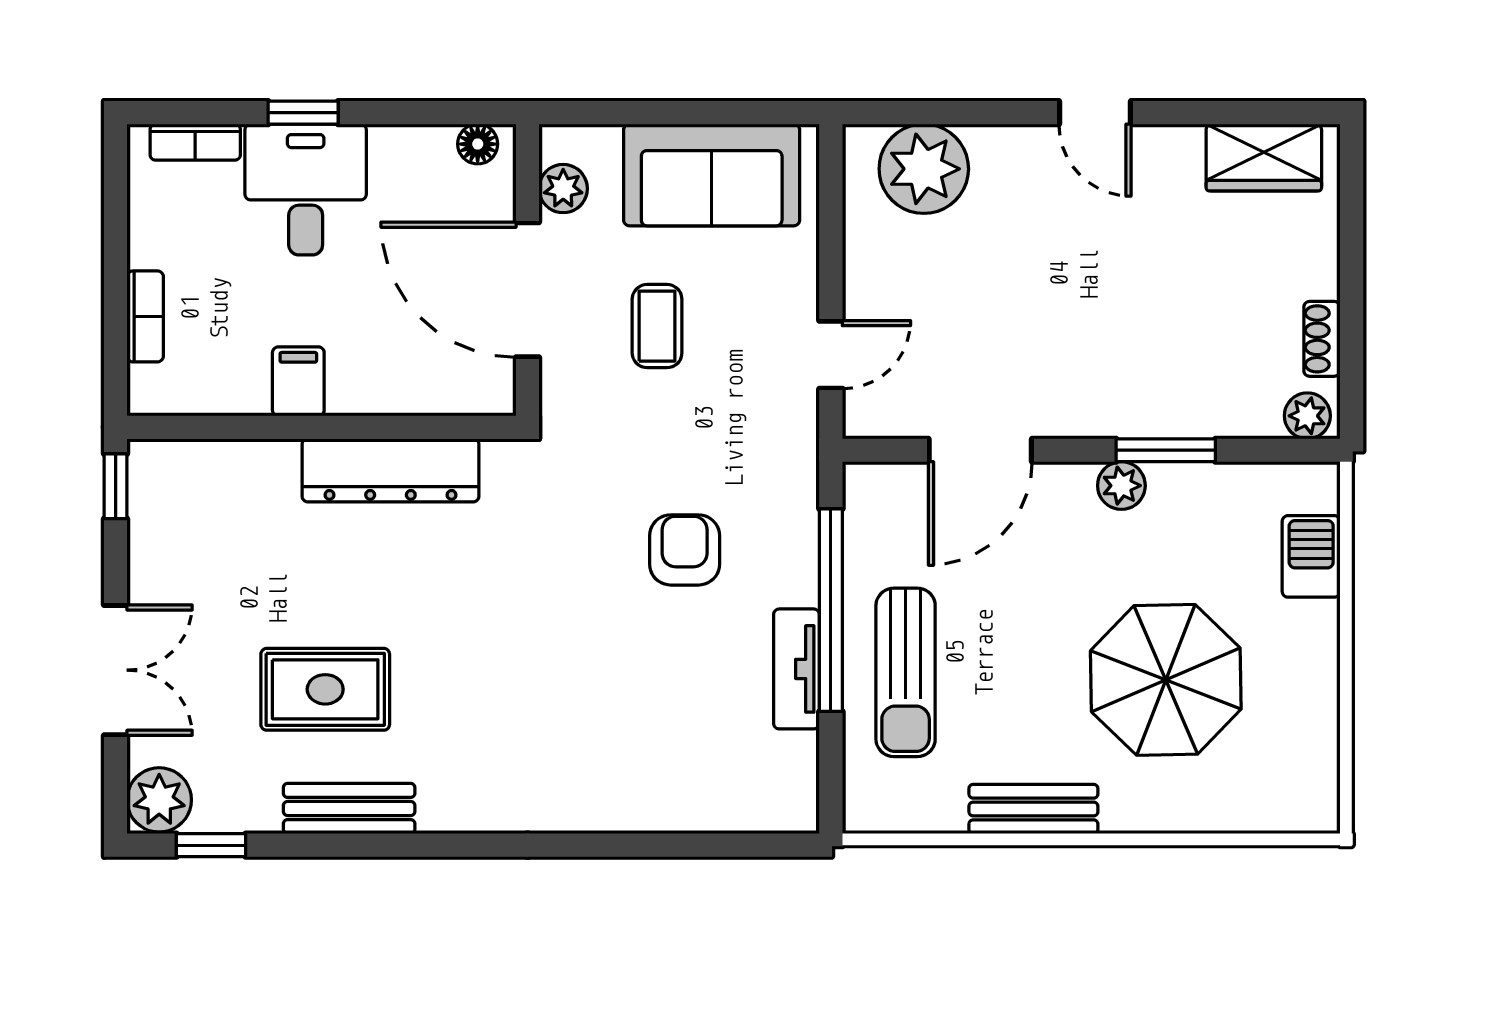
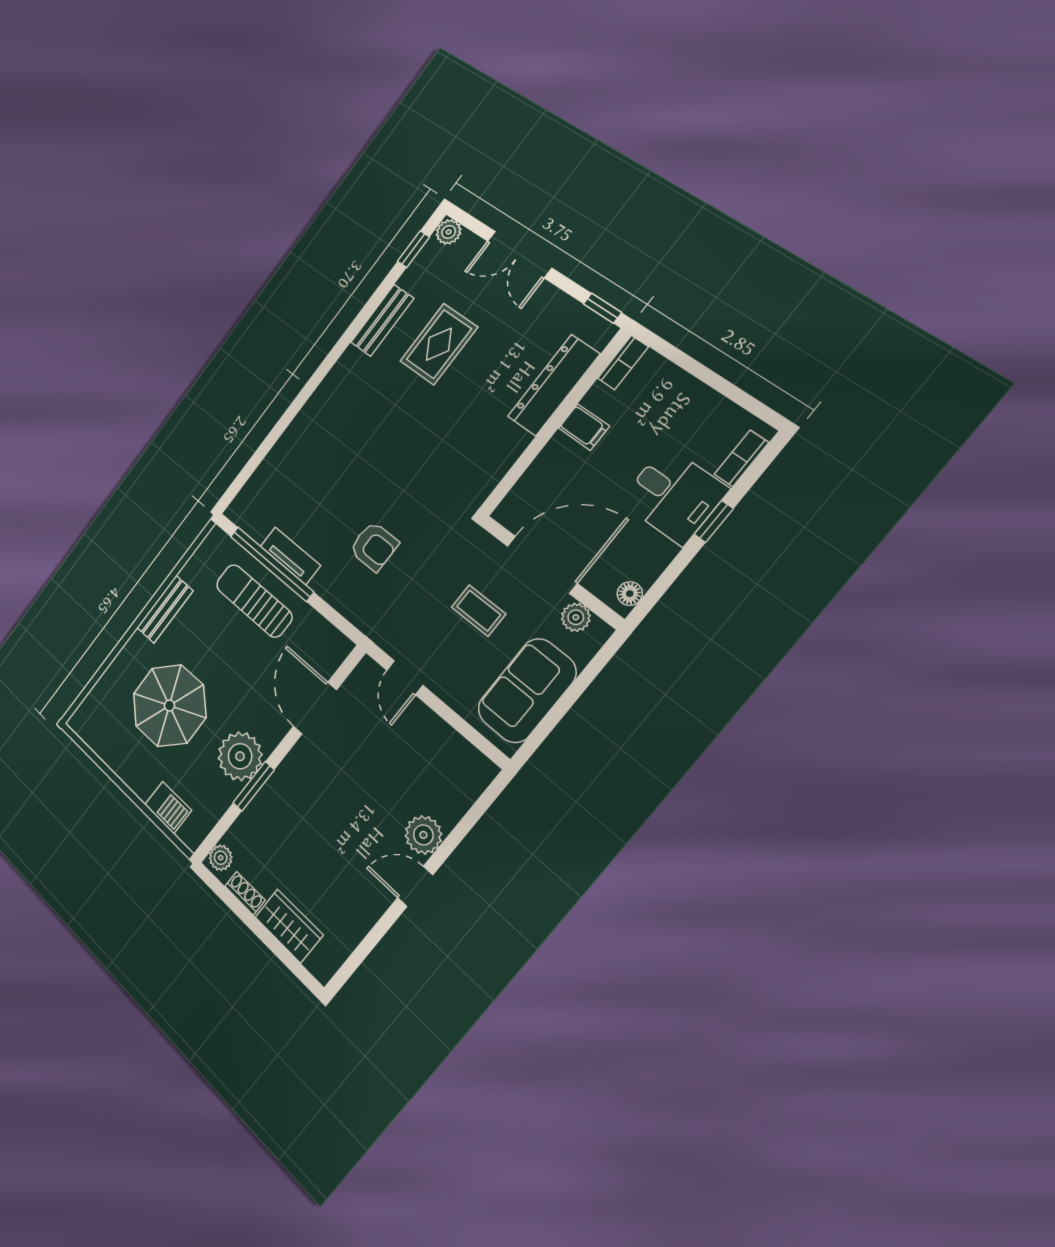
wardrobe: (1264, 158) -> (289, 926), moved, turned 90
plant: (924, 169) -> (423, 835), moved, width x0.73, depth x0.73
bookcase: (145, 316) -> (623, 362), moved, turned -90
dresser: (390, 470) -> (554, 385), moved
plant: (1121, 486) -> (240, 756), width x1.88, depth x1.88
window: (831, 610) -> (272, 564), moved
plant: (159, 800) -> (449, 232), width x0.73, depth x0.73

